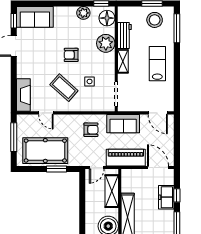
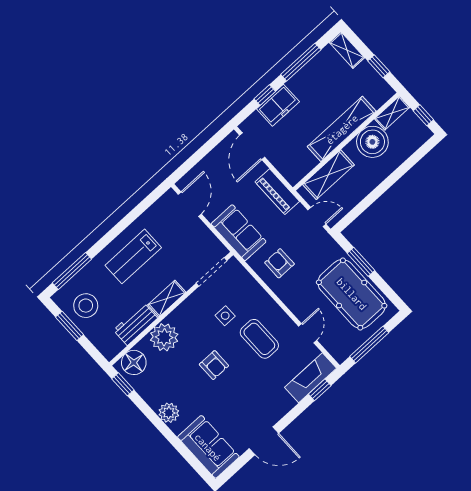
plant: (83, 13) -> (169, 413), moved
window: (14, 21) -> (320, 390), moved
coffee table: (64, 88) -> (259, 339), turned -42
piano: (126, 158) -> (277, 192), width x0.73, depth x0.75

